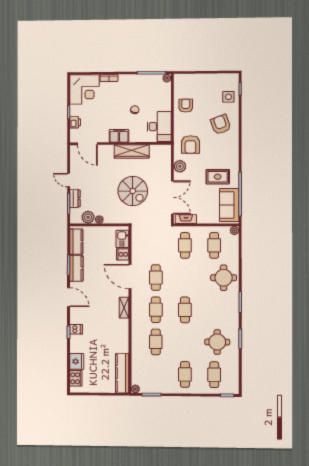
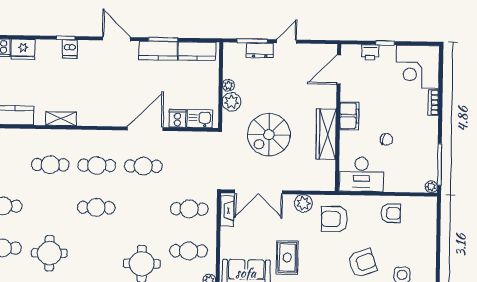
plant: (88, 217) -> (231, 102), moved
door: (69, 297) -> (116, 39), swing flipped
shelving: (124, 308) -> (61, 119), moved

